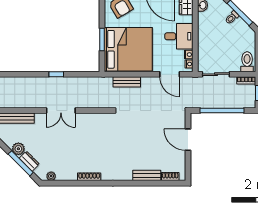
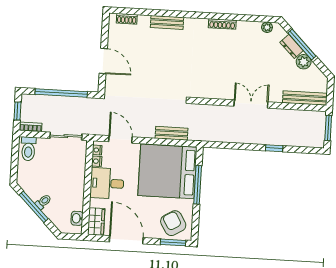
window: (102, 39) -> (198, 185), width x1.44
window: (56, 74) -> (274, 148), moved
bench: (147, 175) -> (167, 22), moved

